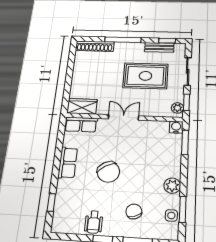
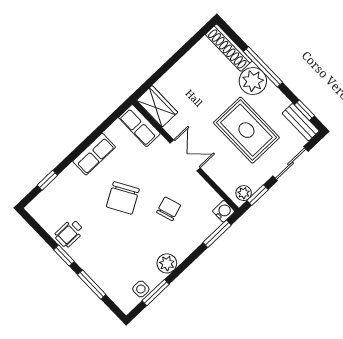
bench: (159, 47) -> (301, 122), moved
plant: (124, 50) -> (253, 81), added
chair: (134, 211) -> (169, 209), moved

